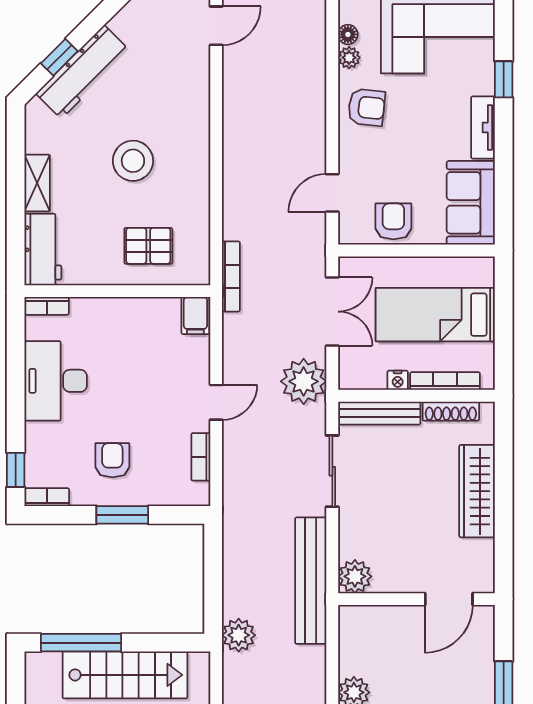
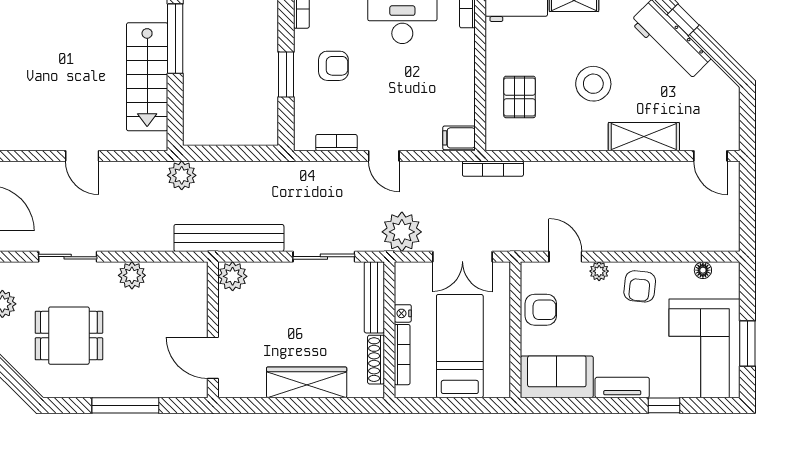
plant: (349, 58) -> (599, 271), moved
shelving: (194, 103) -> (644, 137), added

